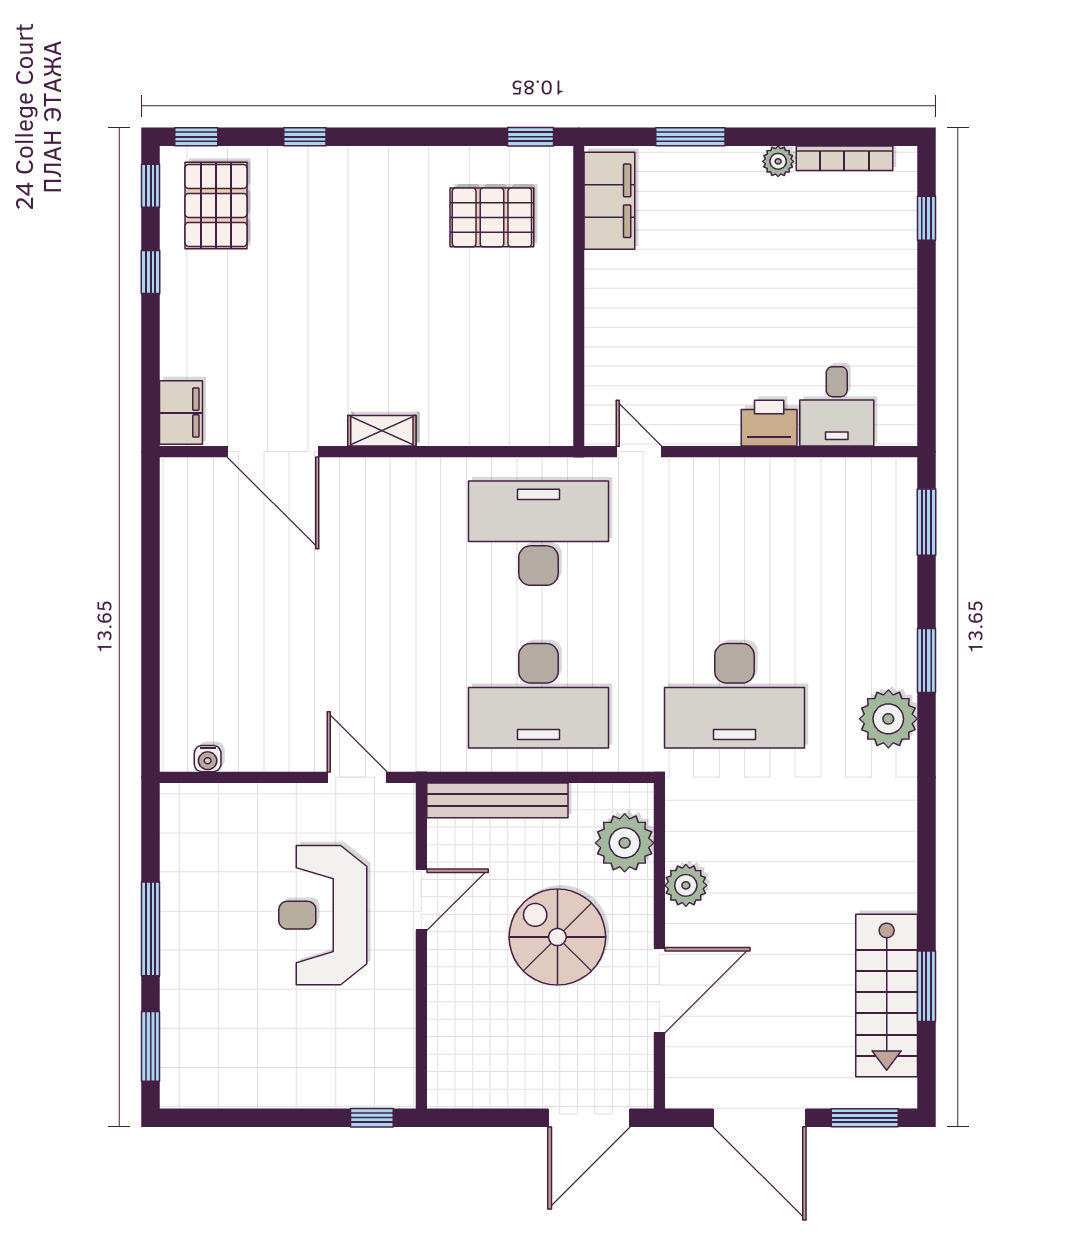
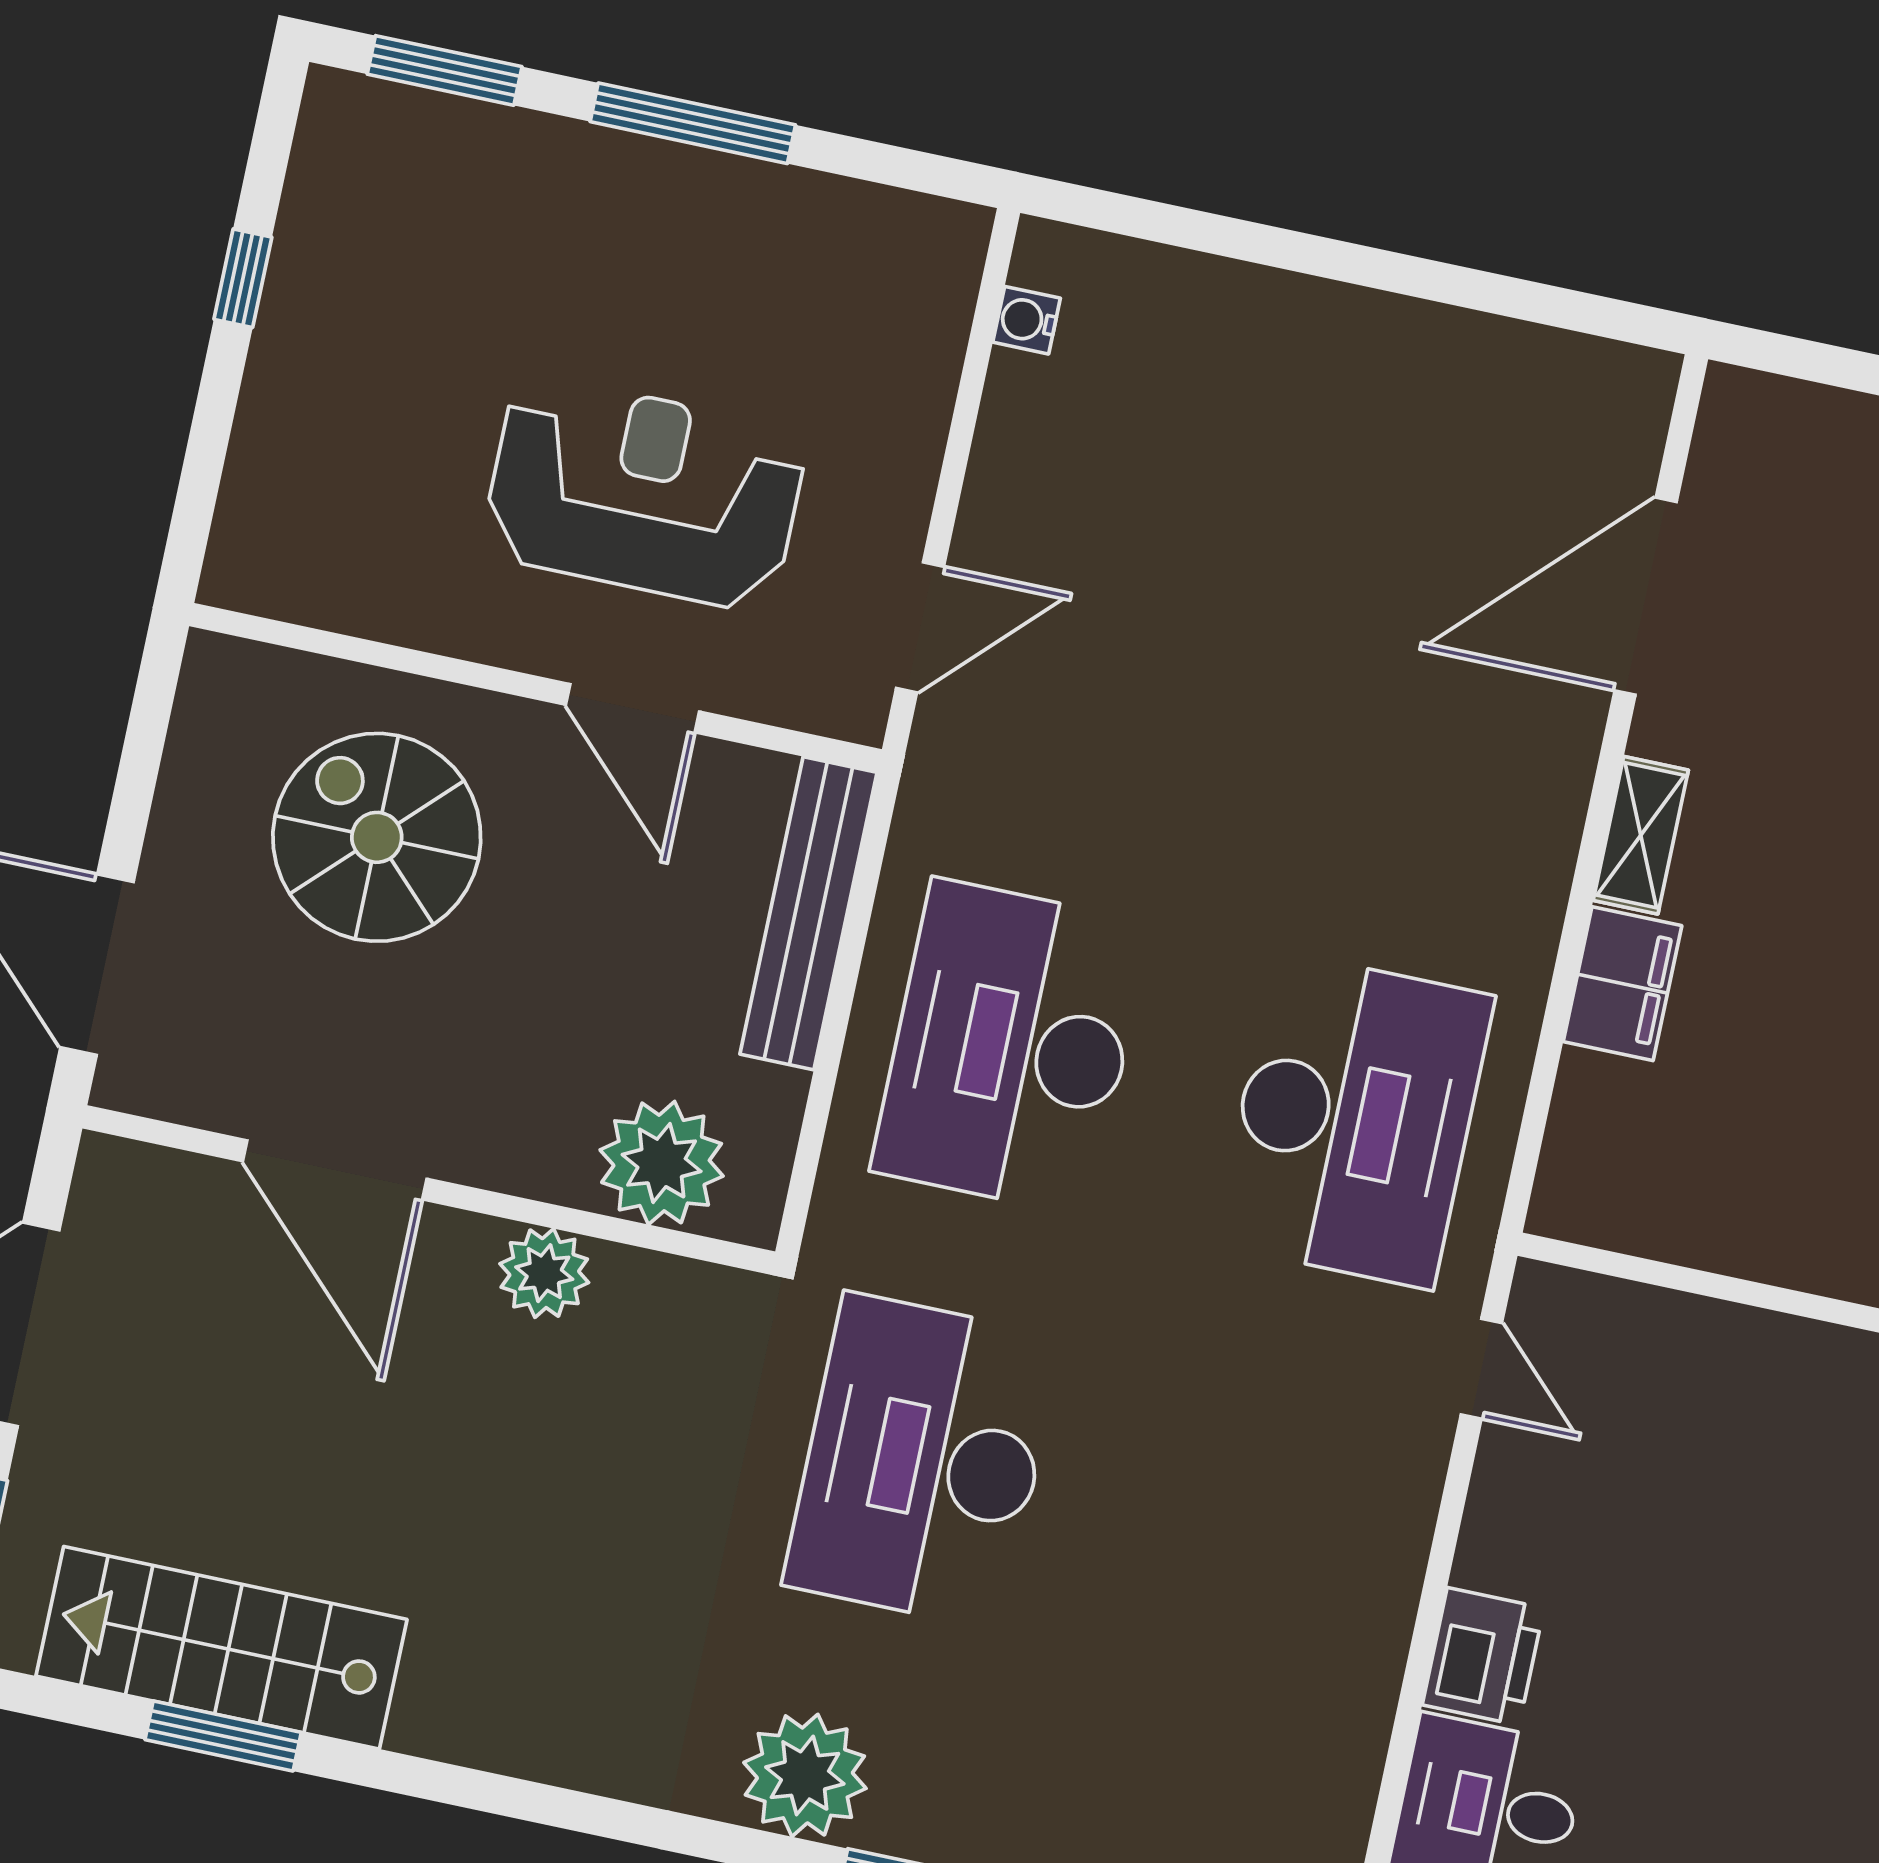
filing cabinet: (181, 413) -> (1622, 984), moved, turned -90
door: (639, 452) -> (1481, 1369), hinge flipped
spiral stairs: (557, 937) -> (377, 837), moved, turned -90
window: (372, 1118) -> (243, 278), moved

